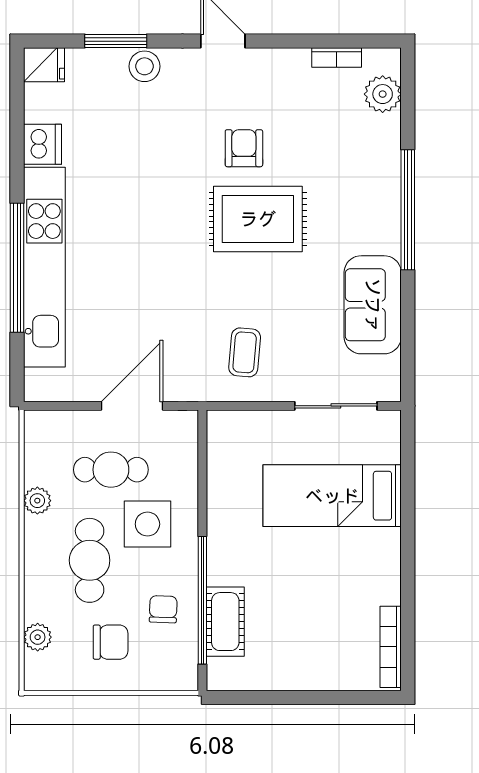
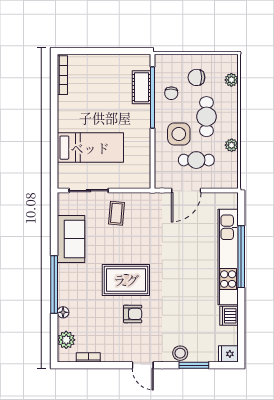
armchair: (244, 148) -> (133, 314), turned -90
floor lamp: (389, 152) -> (63, 312), added
coffee table: (245, 352) -> (116, 213), moved

